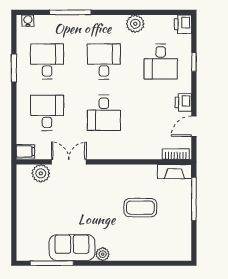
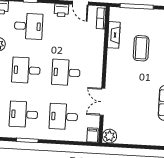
desk: (104, 113) -> (66, 72), turned 180
fireplace: (175, 172) -> (114, 35), moved
plant: (41, 173) -> (109, 136), moved

